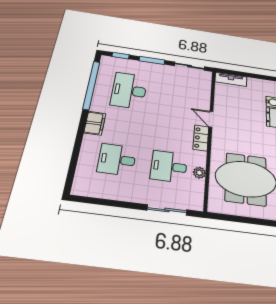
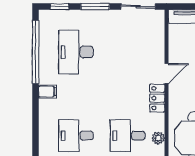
door: (211, 119) -> (167, 73), swing flipped
filing cabinet: (95, 123) -> (48, 92), width x0.50

